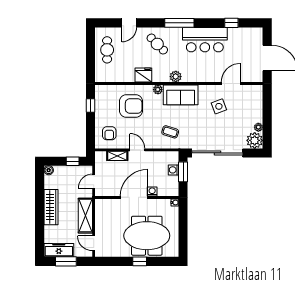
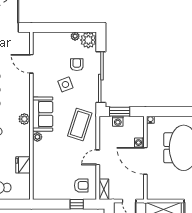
fridge: (143, 75) -> (23, 165), moved
window: (91, 106) -> (77, 204), moved
armchair: (131, 106) -> (77, 65), moved, width x0.53, depth x0.53
side table: (219, 106) -> (65, 84), moved
coffee table: (170, 132) -> (80, 124), width x1.86, depth x1.72
shelving: (117, 156) -> (104, 189), moved

